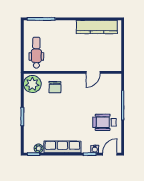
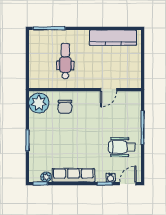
dental chair: (36, 53) -> (65, 61), moved

